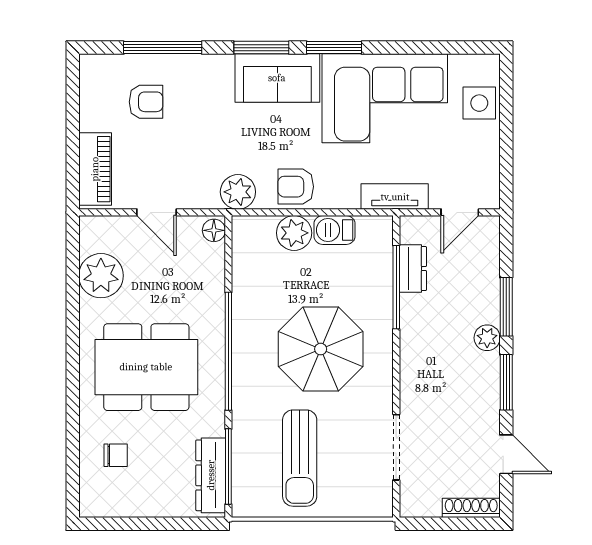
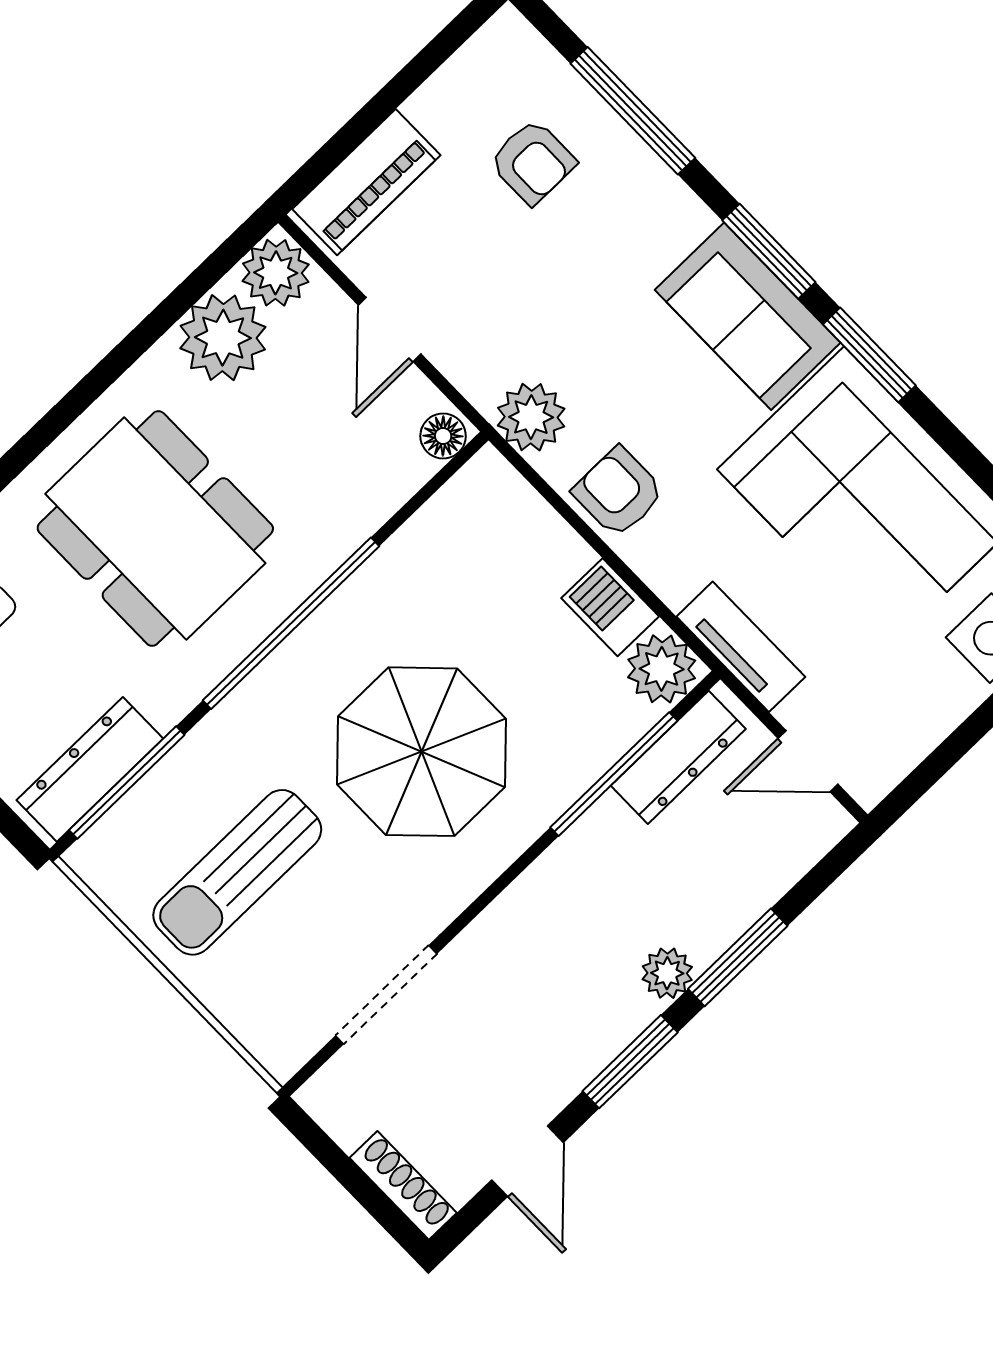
plant: (294, 233) -> (662, 669), moved
plant: (96, 234) -> (276, 273), added
dresser: (413, 269) -> (678, 757), width x1.44

